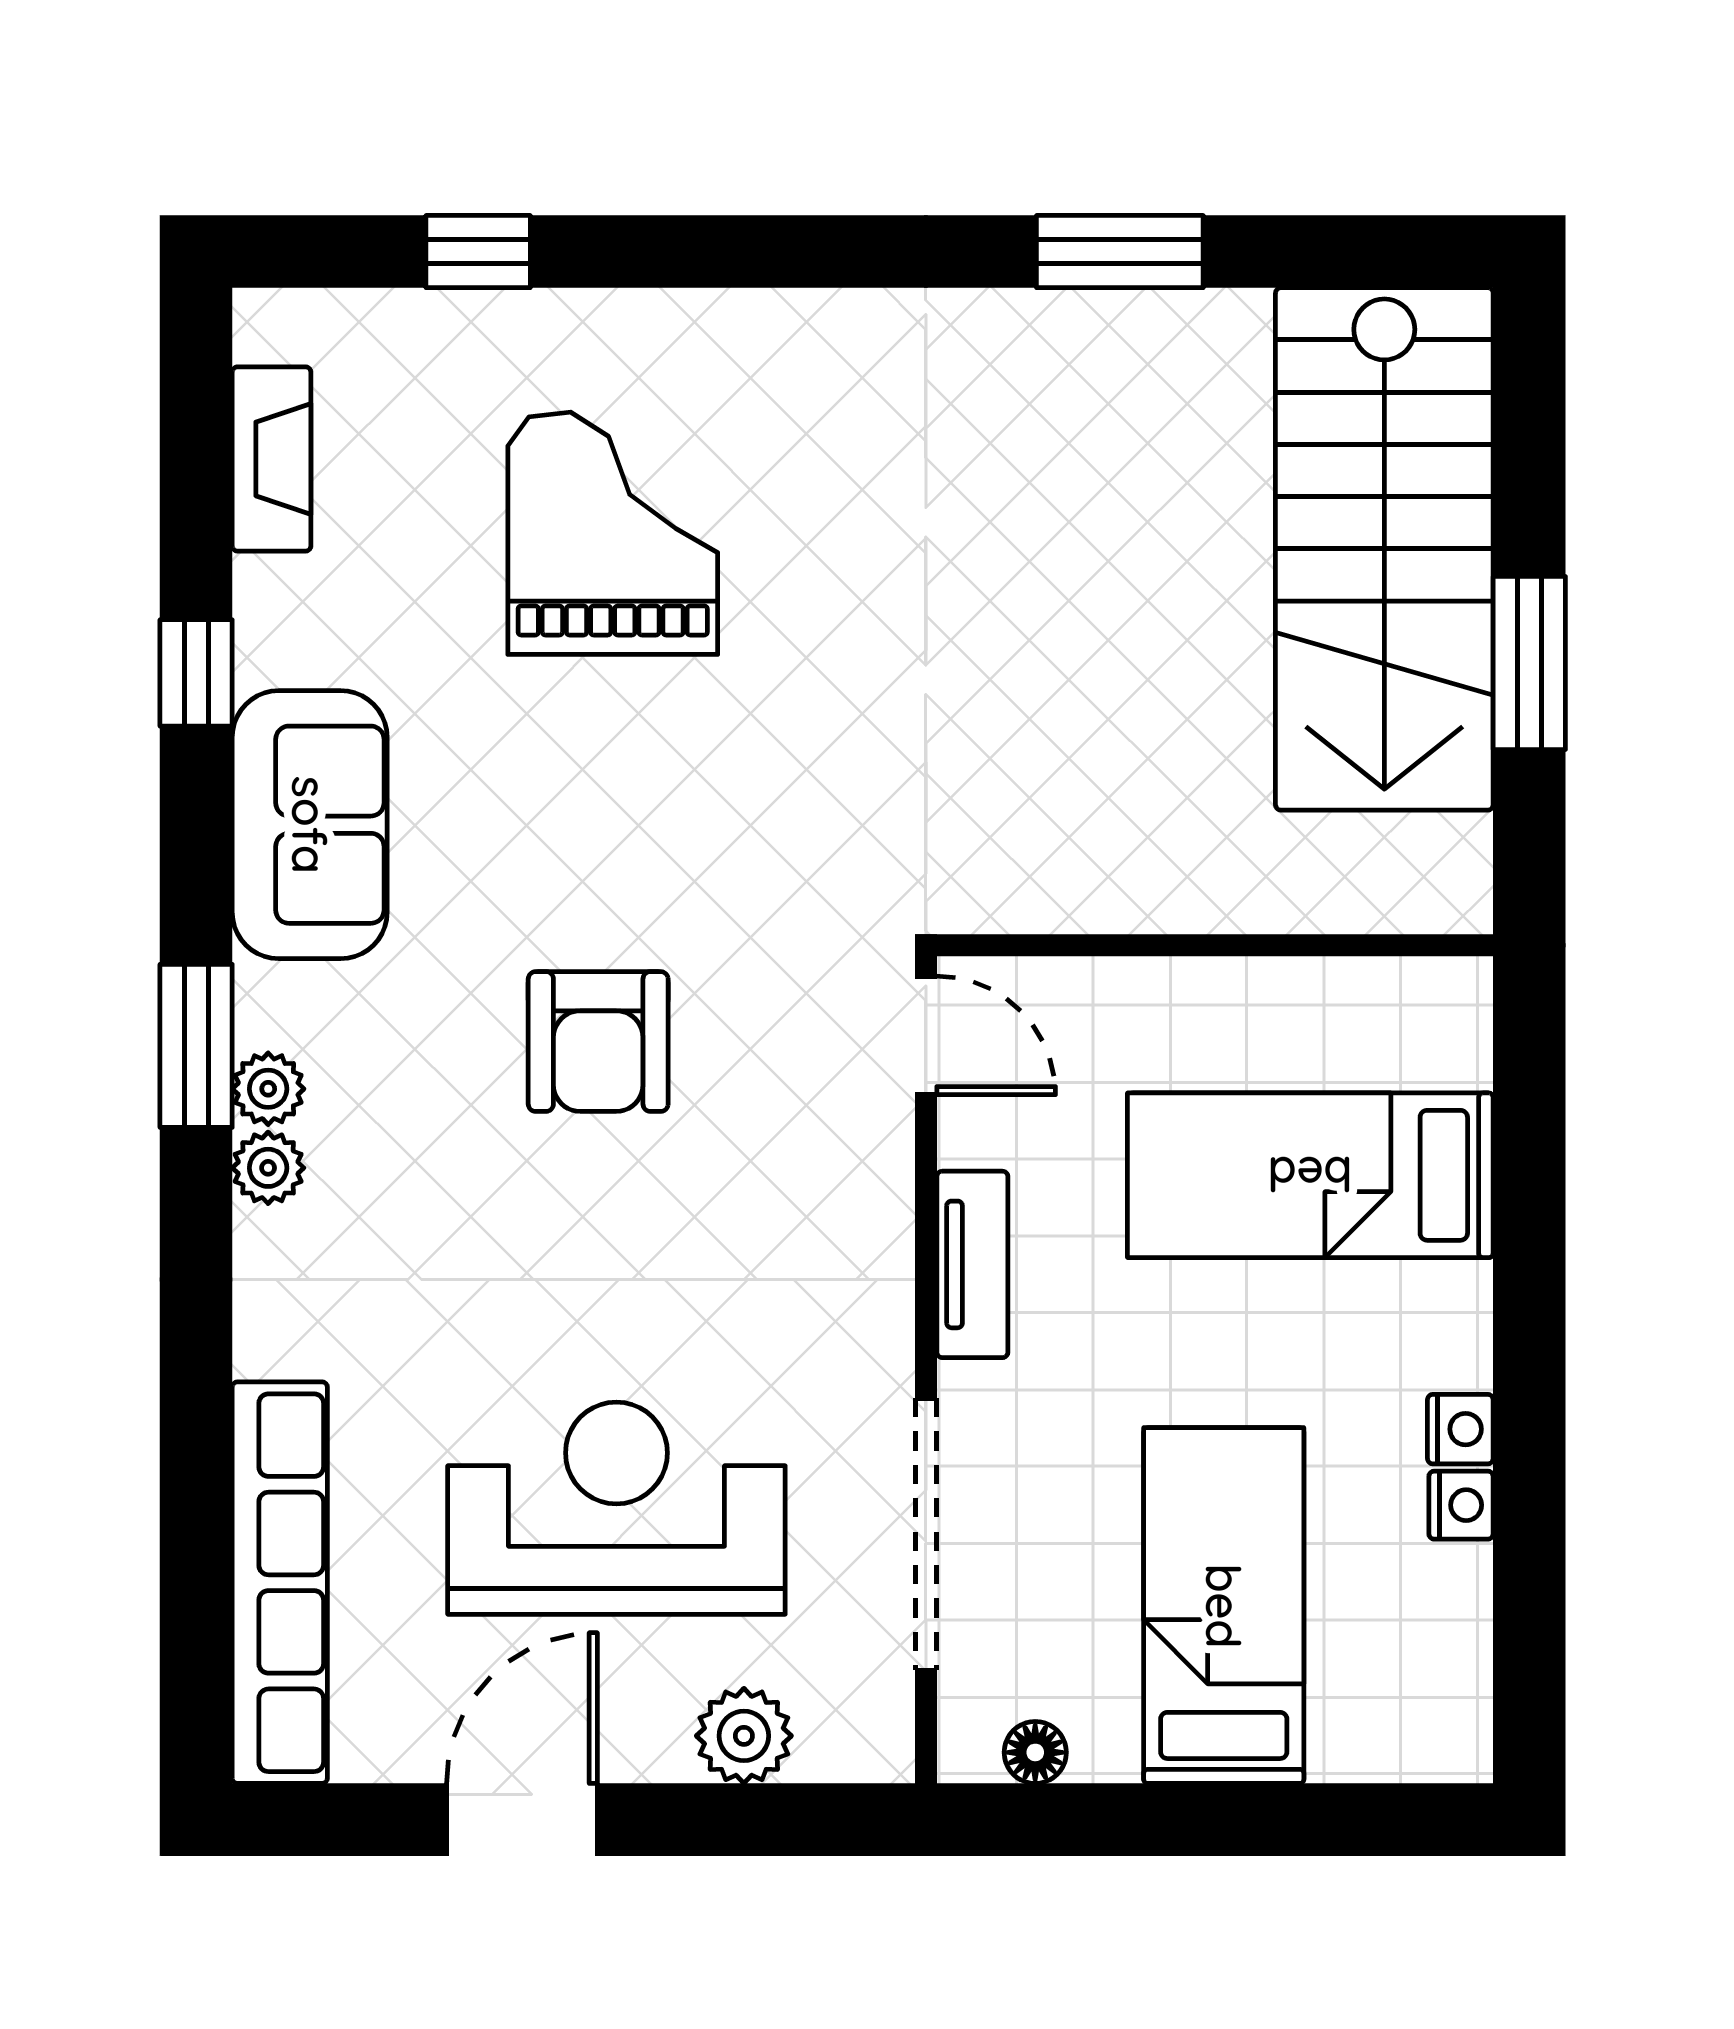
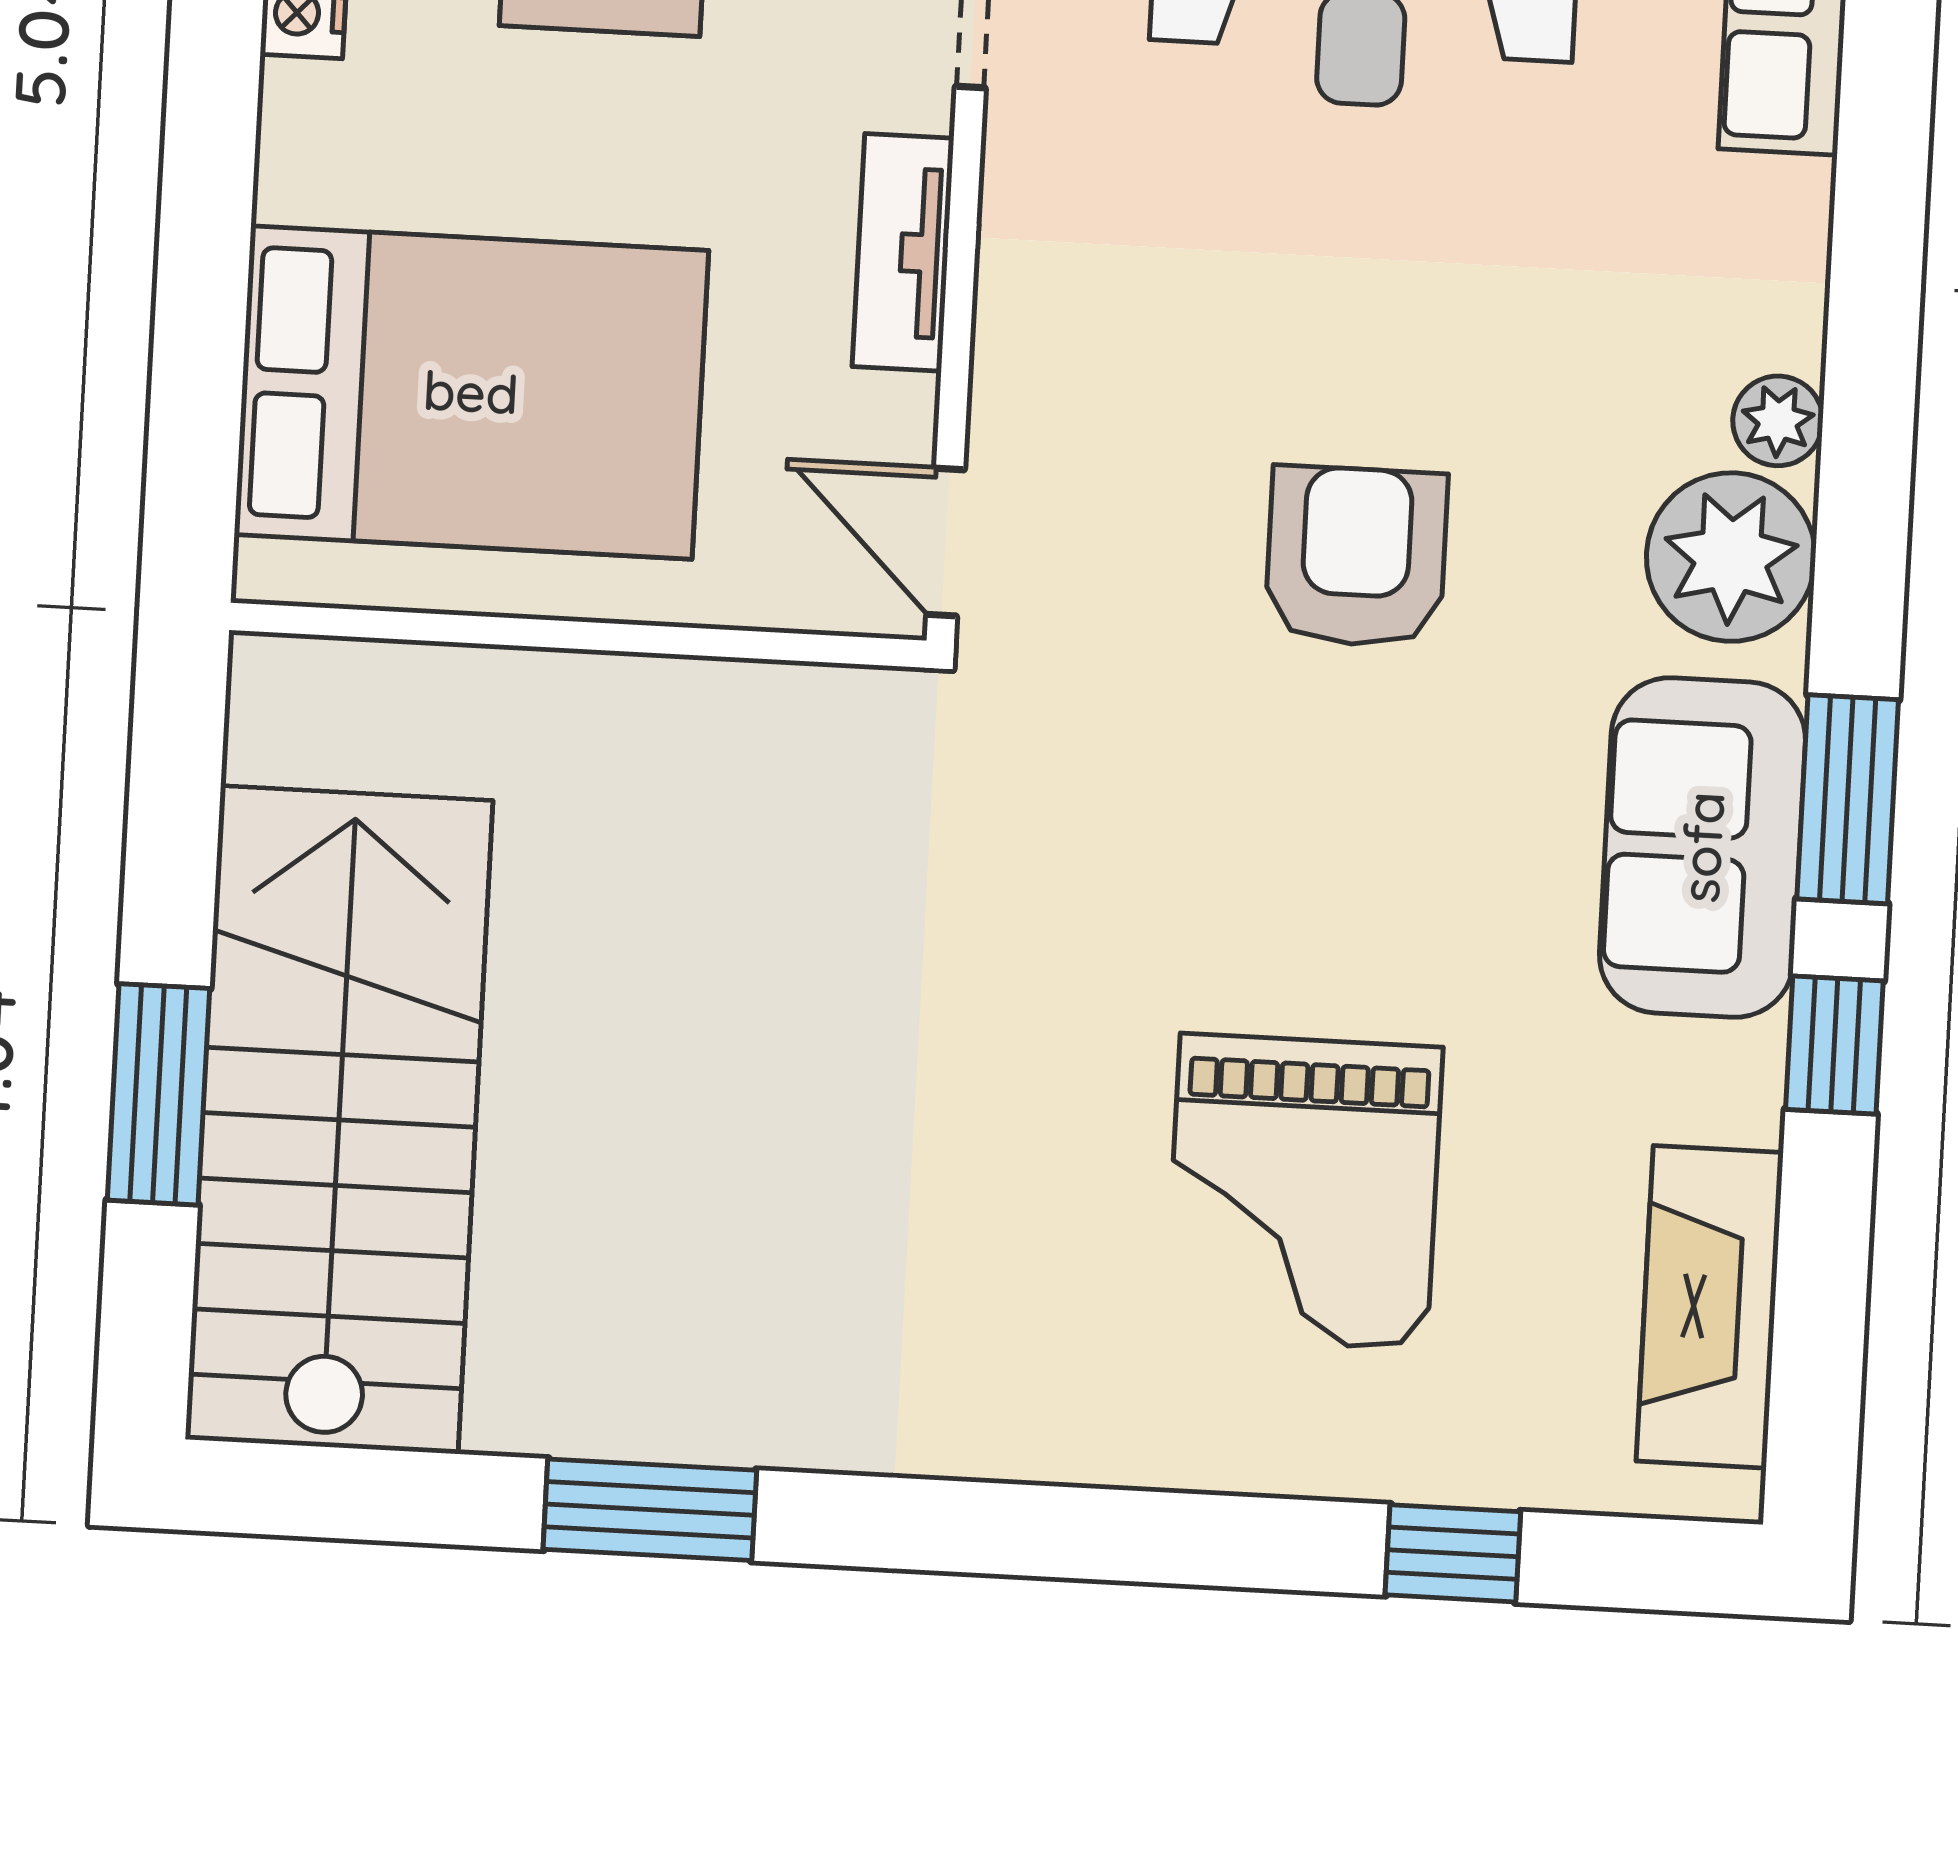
fireplace: (272, 459) -> (1710, 1307), width x1.37, depth x1.32
window: (1529, 663) -> (158, 1094), moved
window: (196, 1046) -> (1848, 799), moved
plant: (268, 1089) -> (1731, 557), width x1.88, depth x1.88
bed: (1310, 1175) -> (471, 392), width x1.50

